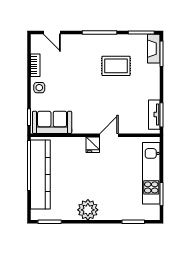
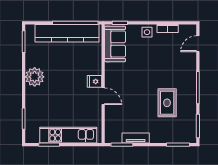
fireplace: (154, 49) -> (183, 137), removed
tv unit: (154, 115) -> (136, 138), moved

